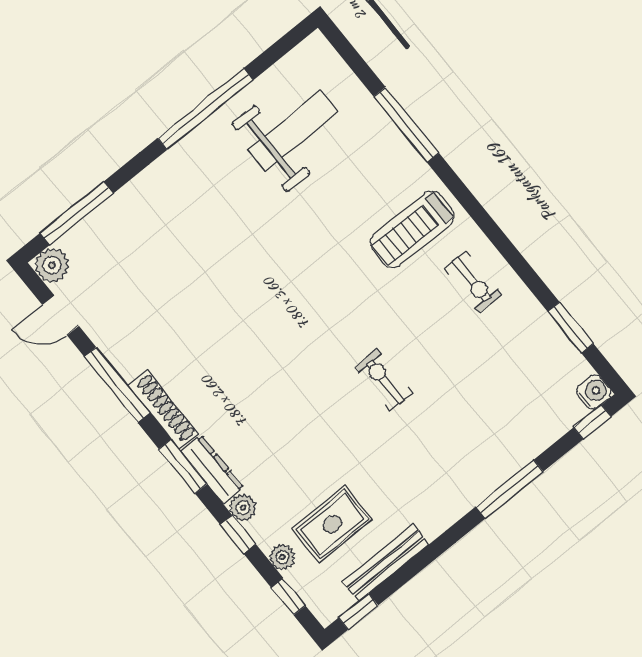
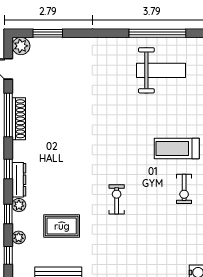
window: (205, 109) -> (157, 33), moved
window: (77, 213) -> (48, 33), width x0.69
shoe rack: (163, 410) -> (19, 119), moved
window: (183, 466) -> (8, 169), width x0.67
rug: (332, 524) -> (62, 226), moved

